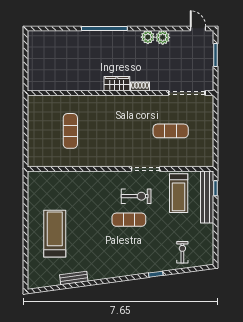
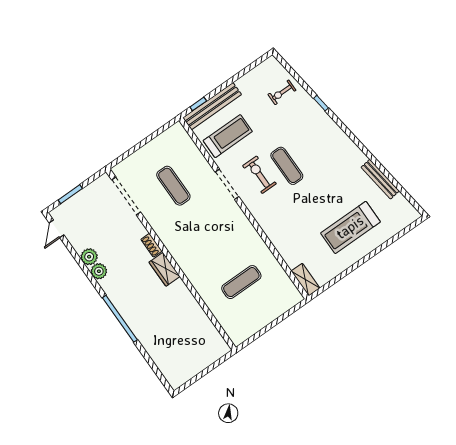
shelving: (41, 177) -> (305, 280), added
bench: (74, 278) -> (380, 179), width x1.36

